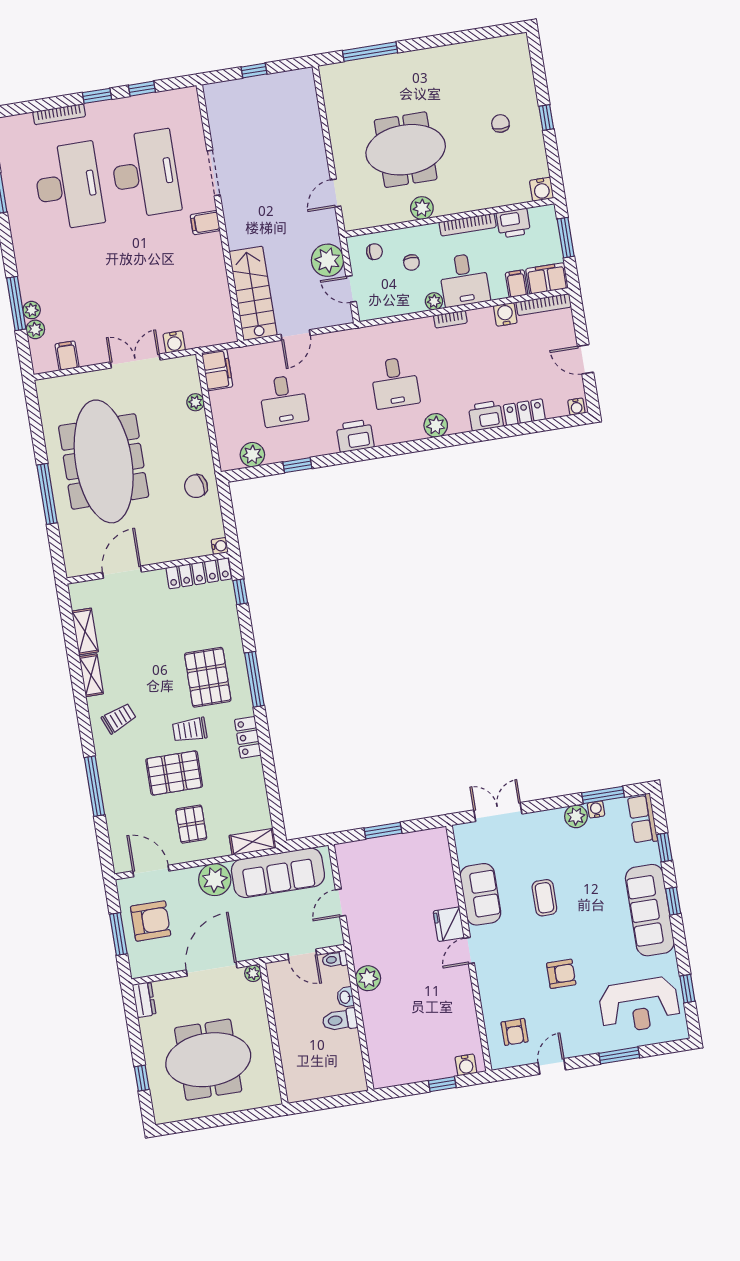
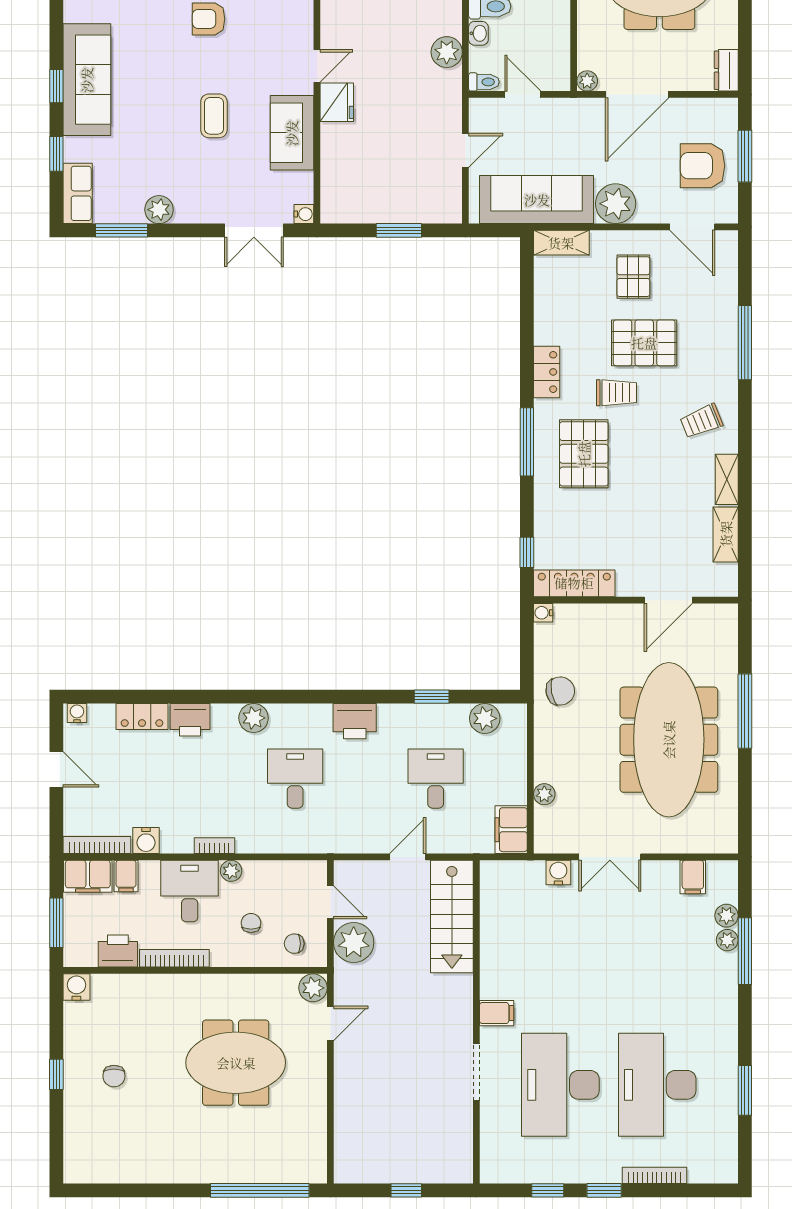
window: (370, 52) -> (260, 1190), width x1.46
plant: (422, 208) -> (313, 988), moved
water cooler: (596, 809) -> (304, 214), moved, turned -90

